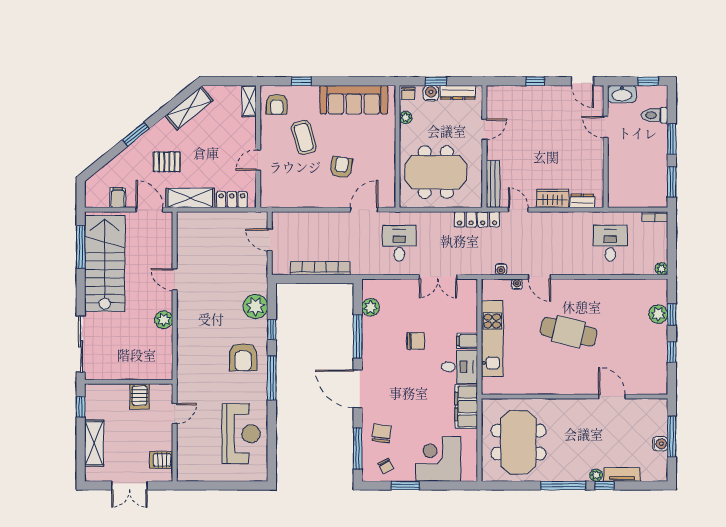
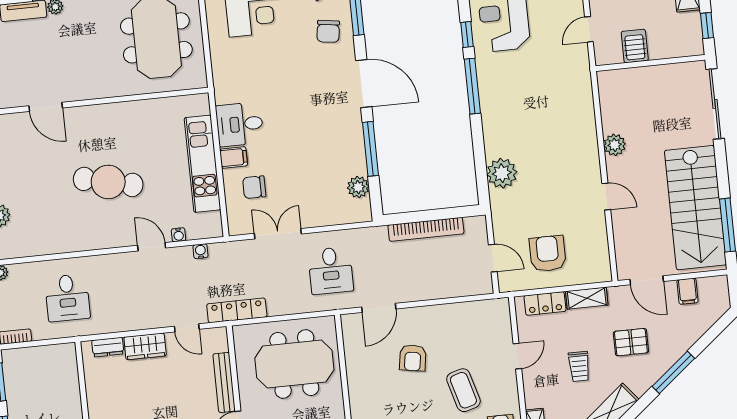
window: (136, 134) -> (673, 372), width x1.44
trolley: (210, 147) -> (579, 366), added
bench: (493, 184) -> (224, 382), moved
shelving: (190, 198) -> (587, 298), width x0.67, depth x0.75
window: (272, 329) -> (467, 34), moved
chair: (416, 341) -> (254, 187), moved
armchair: (243, 357) -> (548, 254), moved
filing cabinet: (466, 407) -> (226, 76), removed

